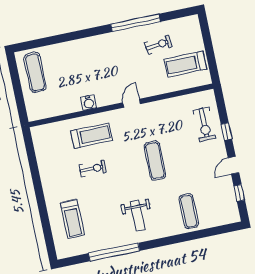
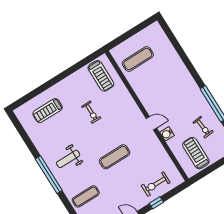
exercise mat: (35, 72) -> (138, 59), moved
water cooler: (89, 103) -> (167, 134), moved
treadmill: (91, 136) -> (101, 76), moved
window: (114, 252) -> (49, 175), moved

